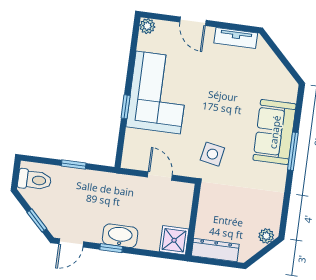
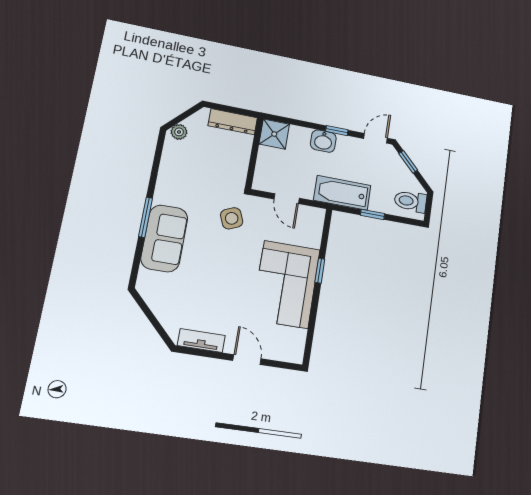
plant: (147, 26) -> (296, 355), removed
side table: (212, 154) -> (232, 218), turned -34
bathtub: (105, 185) -> (342, 193), added
washbasin: (120, 236) -> (323, 141), width x0.72

